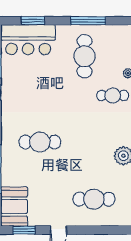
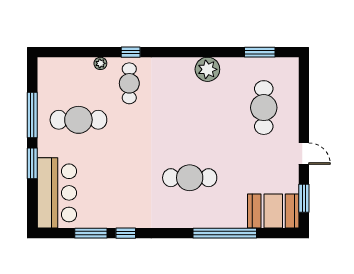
window: (33, 21) -> (32, 163), moved
cafe table: (40, 142) -> (190, 178), turned 90

